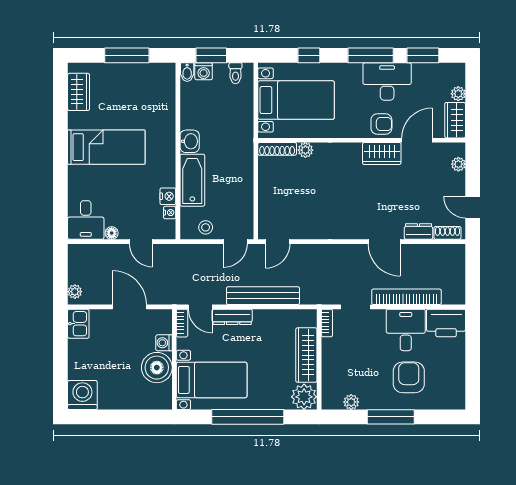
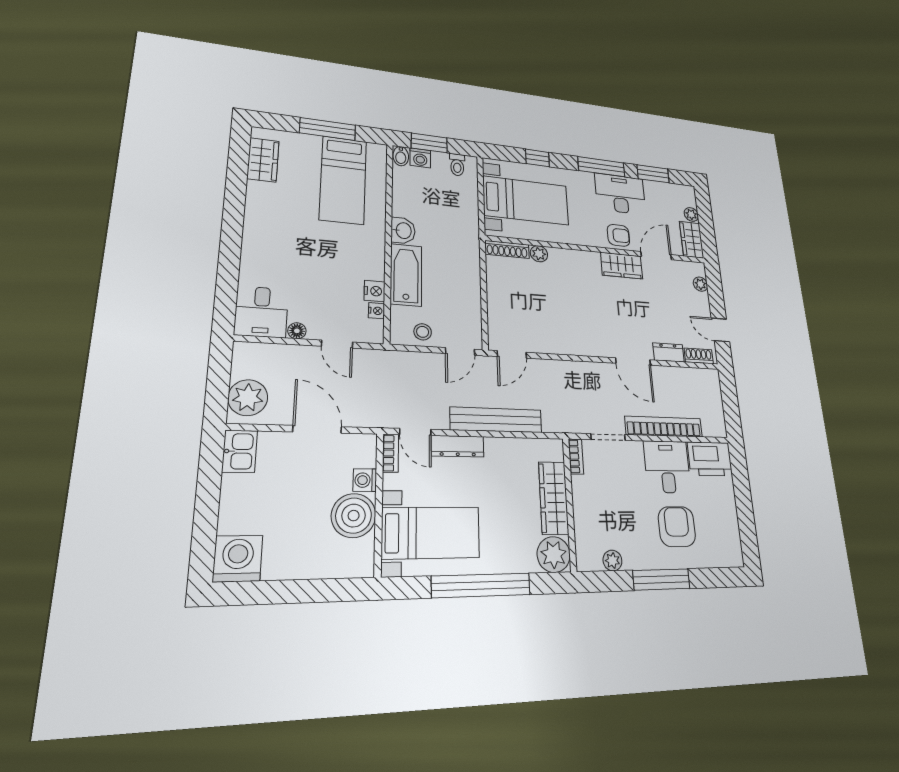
bed: (106, 147) -> (343, 180), moved, turned 90
plant: (75, 292) -> (248, 398), width x1.88, depth x1.88

